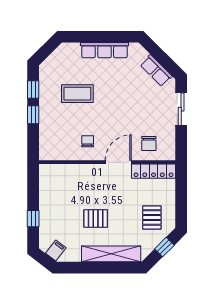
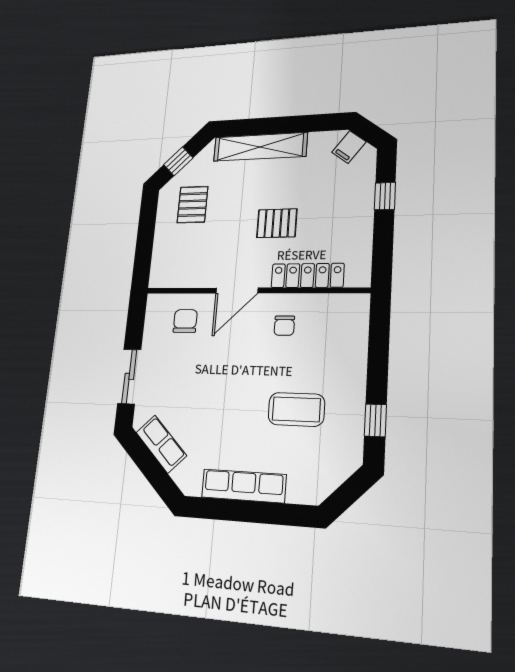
window: (33, 115) -> (377, 374), removed
locker: (154, 171) -> (307, 276), moved
pallet: (96, 219) -> (277, 223), moved

